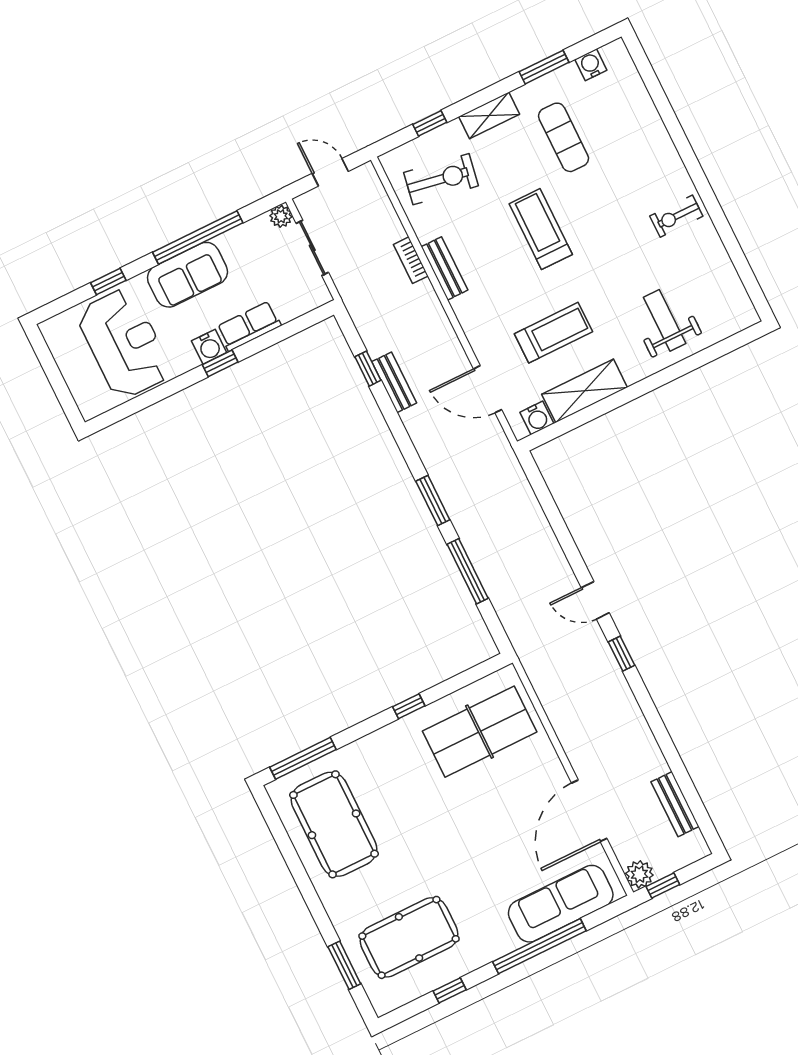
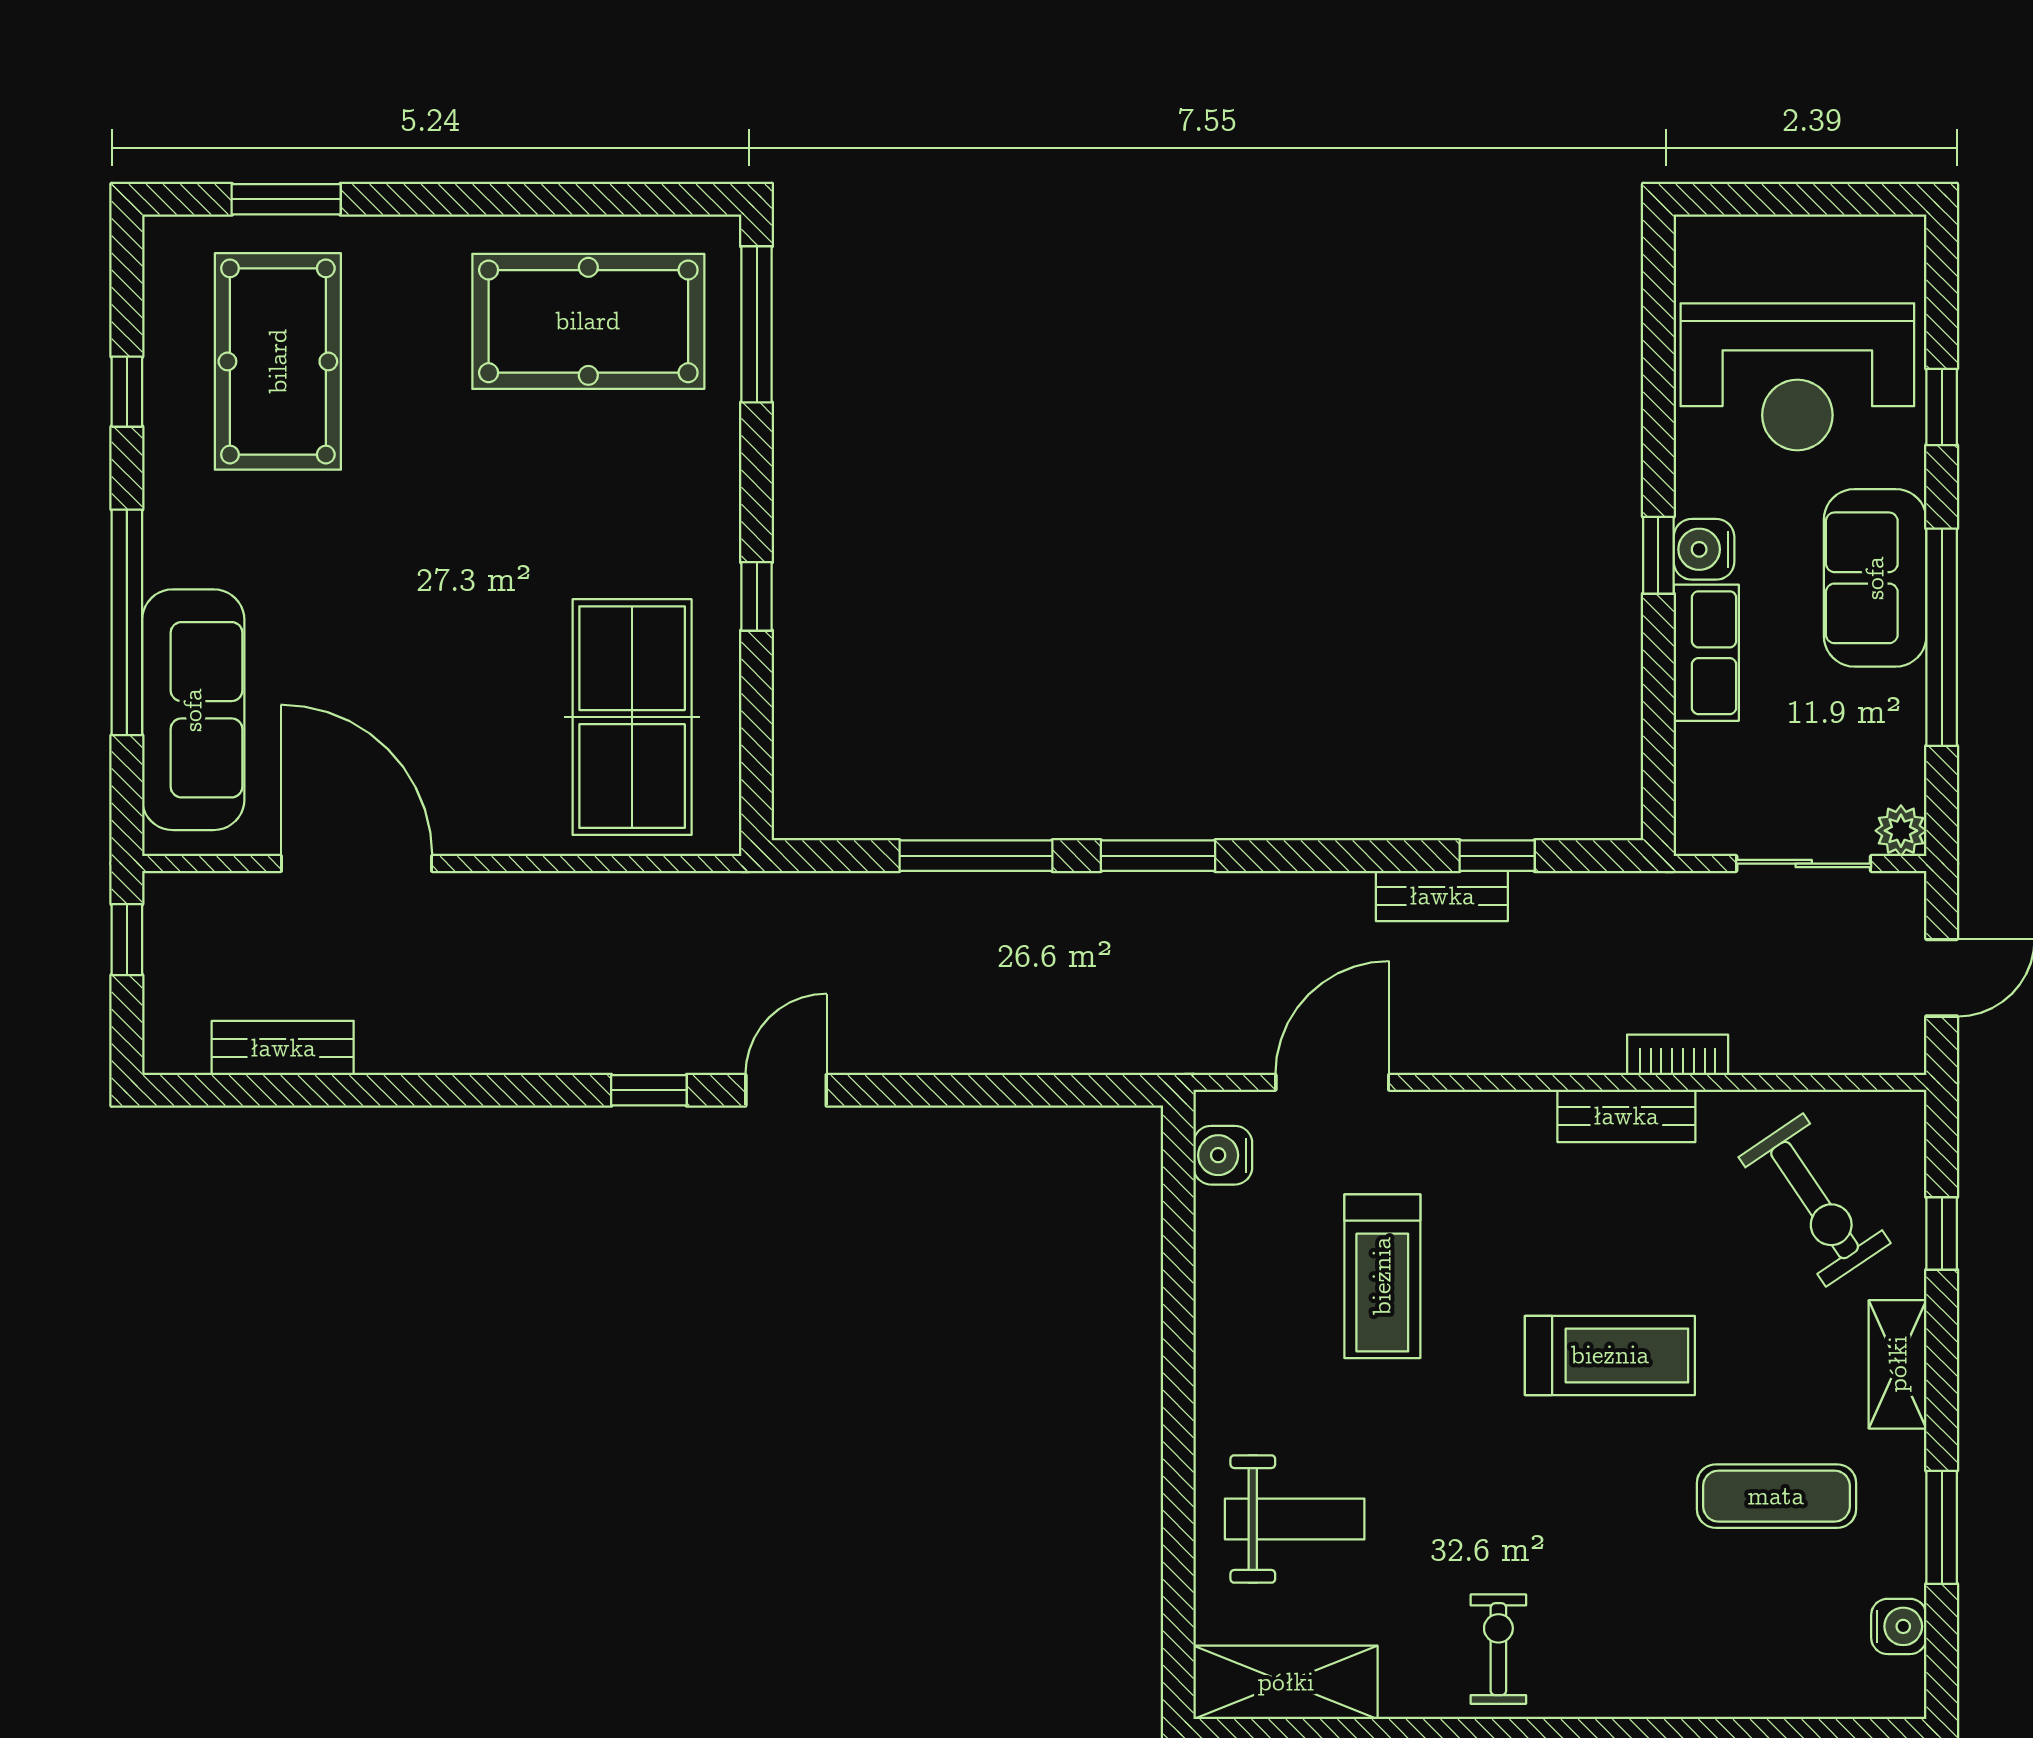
exercise bike: (441, 179) -> (1815, 1200), turned -44
shelving: (585, 391) -> (1286, 1682), moved, turned 90
plant: (639, 874) -> (174, 903), removed

